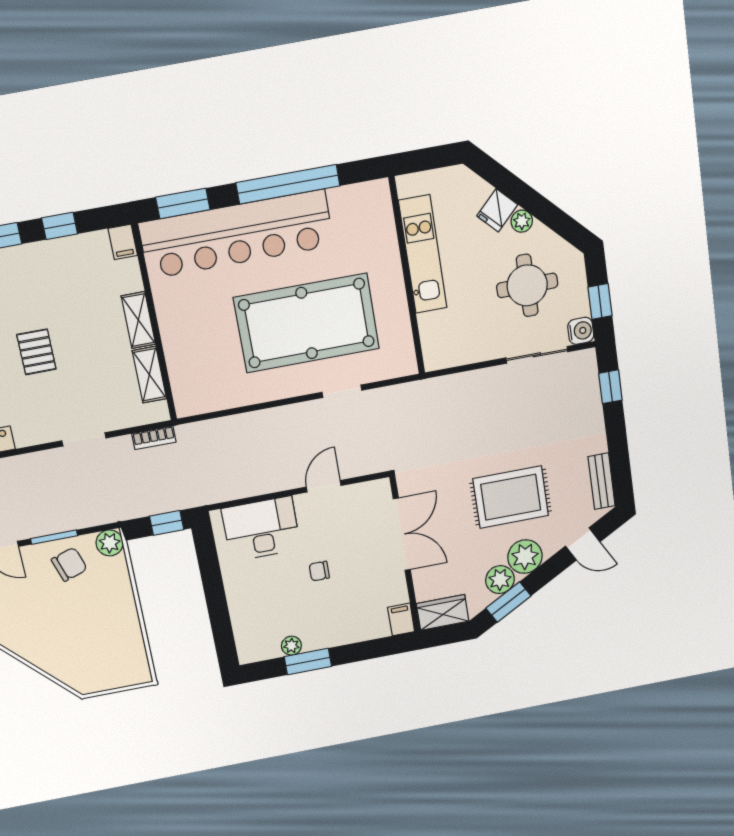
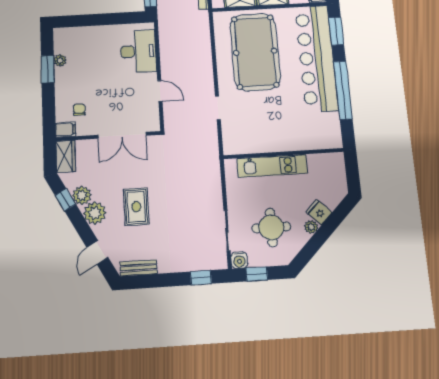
kitchen unit: (423, 254) -> (272, 166), moved
pool table: (307, 323) -> (255, 52), moved
rug: (511, 497) -> (136, 207), width x0.73, depth x0.70
chair: (319, 571) -> (79, 110), moved
window: (508, 602) -> (65, 200), width x0.67

